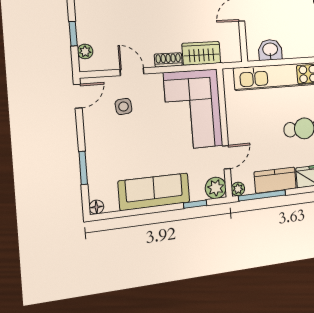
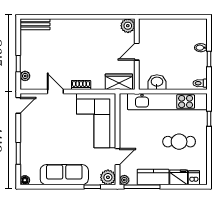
wardrobe: (201, 53) -> (119, 82), moved
side table: (123, 106) -> (48, 115), removed

